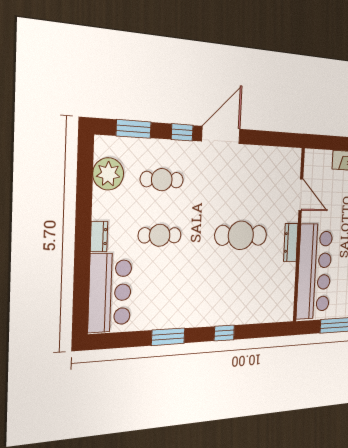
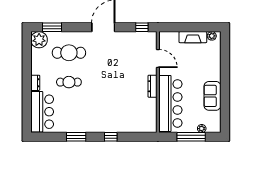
window: (182, 132) -> (142, 27), moved
plant: (108, 174) -> (39, 40), moved
cafe table: (162, 180) -> (69, 53), width x1.37, depth x1.35
cafe table: (241, 235) -> (119, 82), removed

